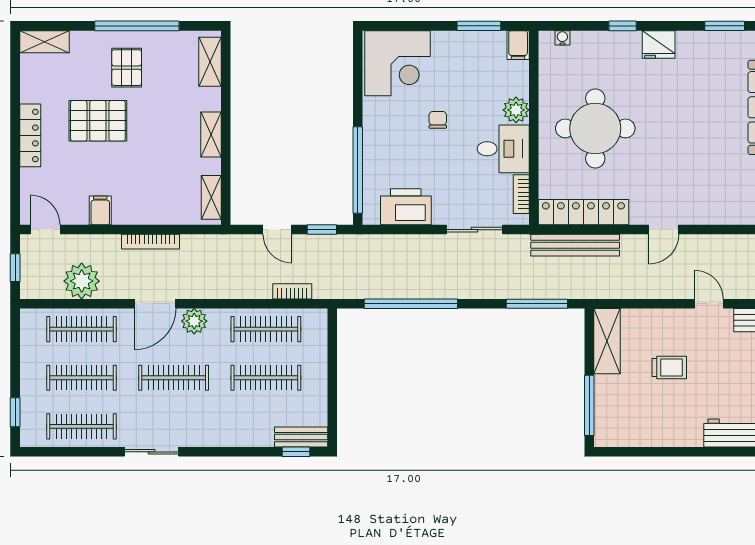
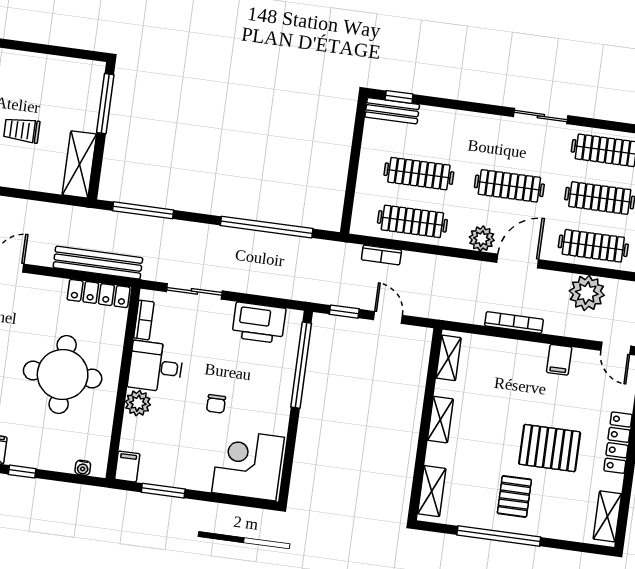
shelving: (44, 42) -> (607, 516), moved, turned 90
locker: (583, 212) -> (99, 294), width x0.71, depth x0.83

